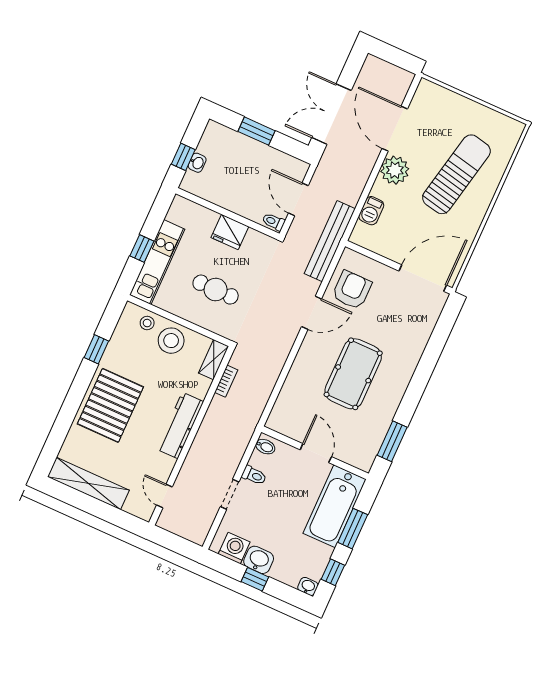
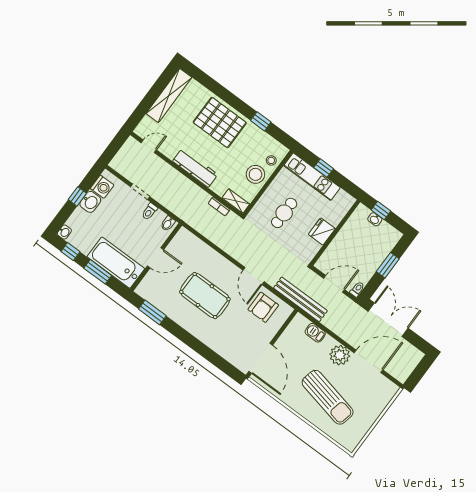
toilet: (273, 222) -> (357, 289), moved
armchair: (352, 290) -> (263, 307), turned 90

